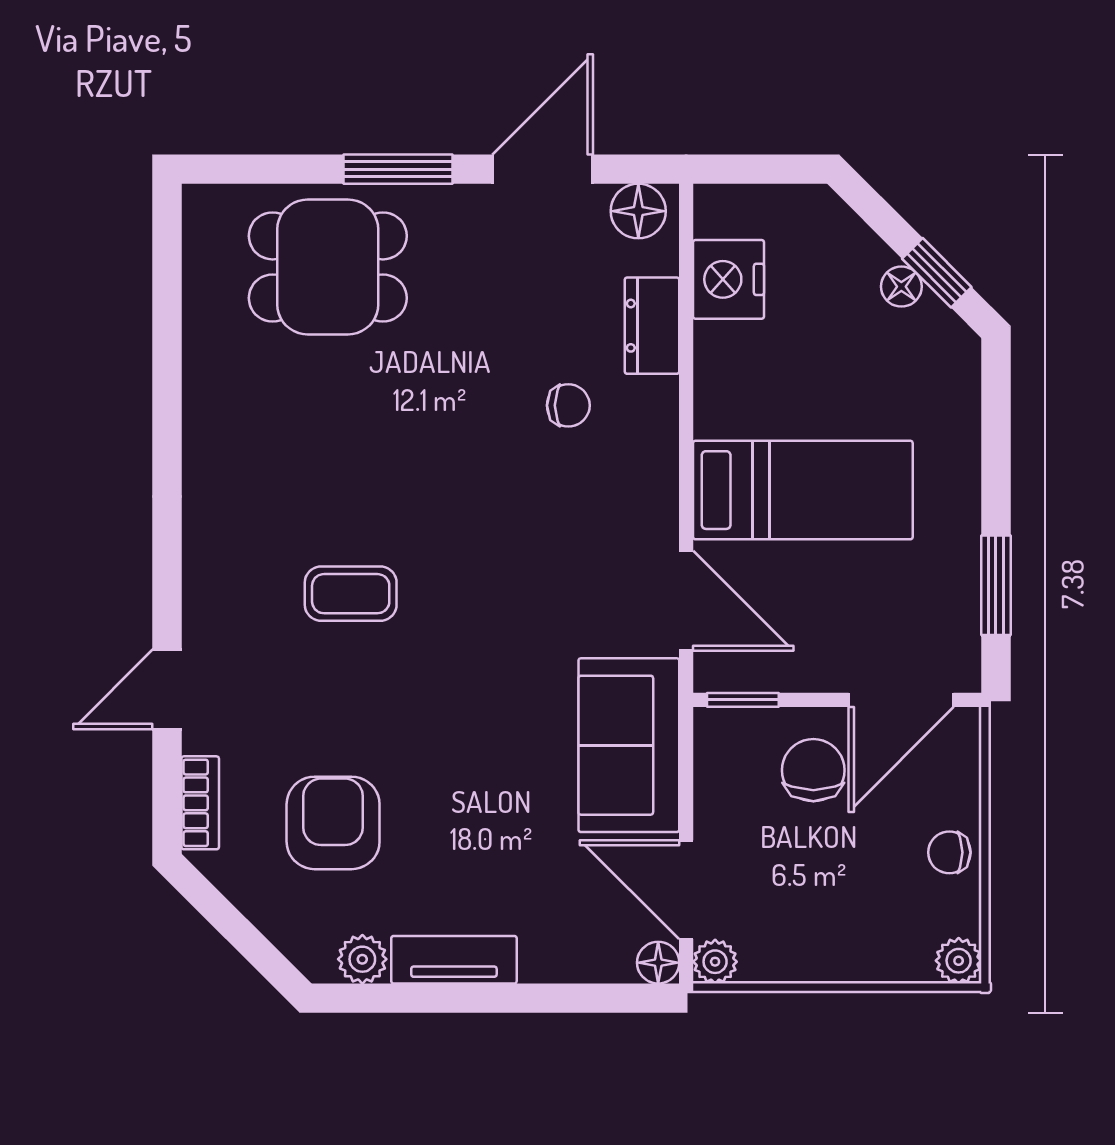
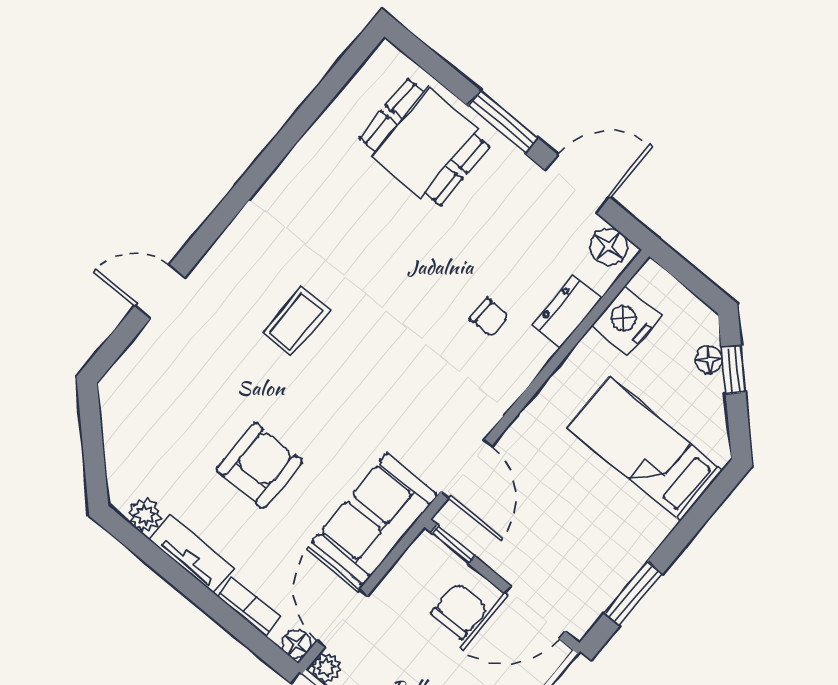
window: (937, 273) -> (733, 370), moved
floor lamp: (901, 287) -> (709, 360), moved
bed: (803, 490) -> (645, 449), moved, turned 180
coffee table: (351, 594) -> (296, 321), turned 90
bookcase: (200, 803) -> (249, 606), moved, turned -90
armchair: (333, 823) -> (259, 466), moved

